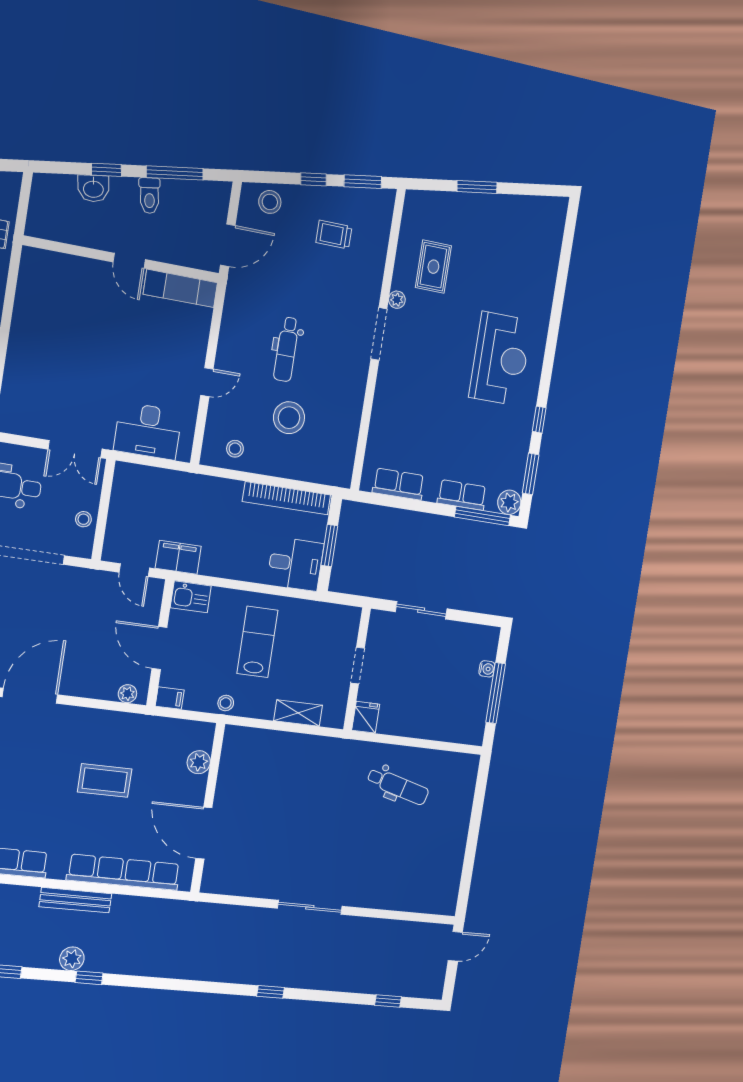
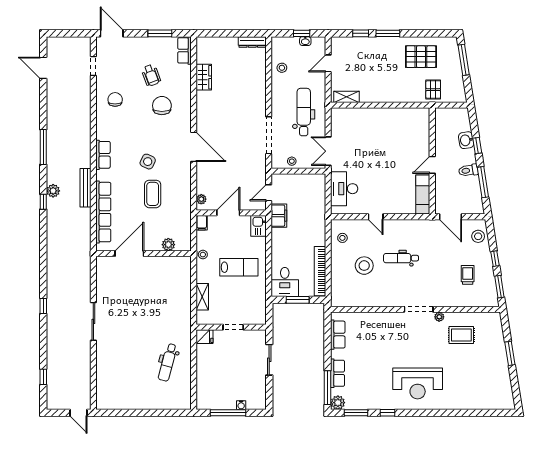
side table: (44, 783) -> (148, 162), added

